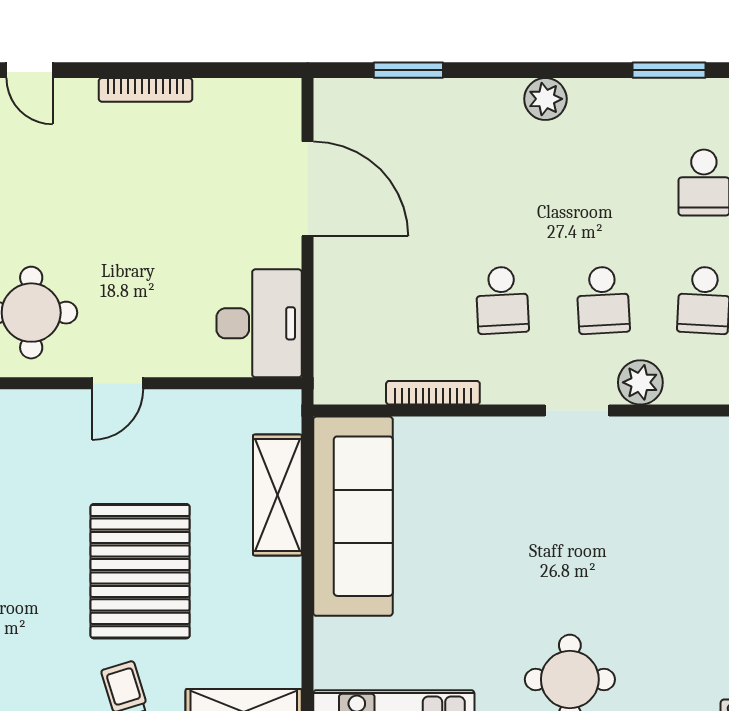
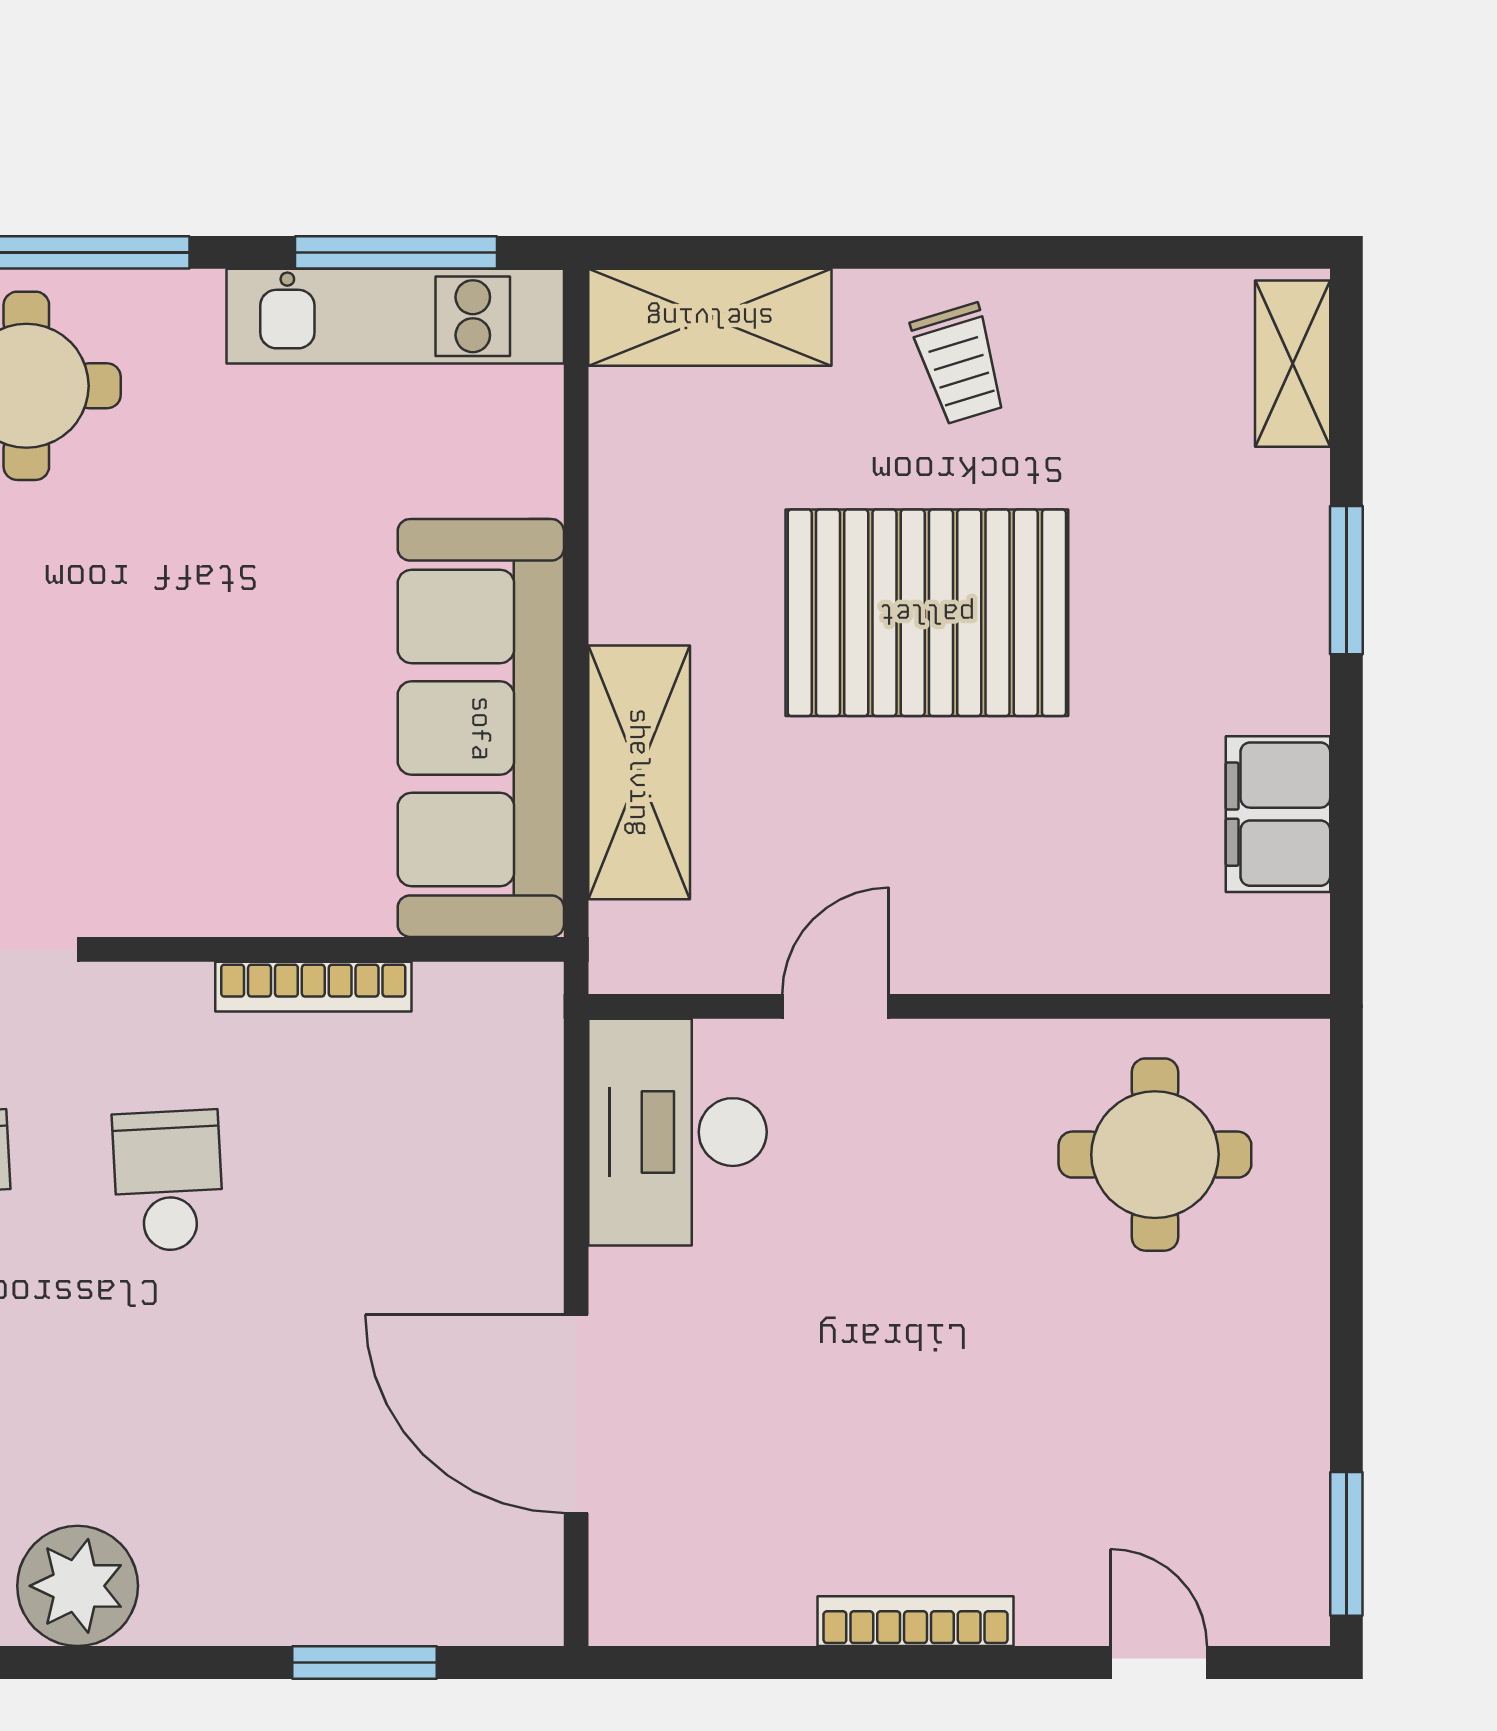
plant: (545, 99) -> (78, 1586), width x1.36, depth x1.36
door: (118, 383) -> (836, 1006), moved
pallet: (140, 571) -> (927, 613), turned 90

